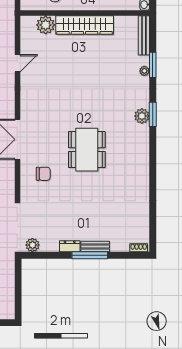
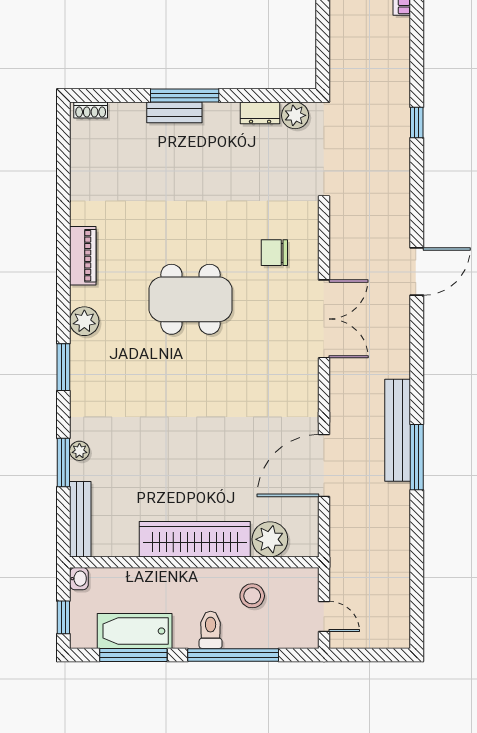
door: (17, 63) -> (324, 466), width x1.88
plant: (142, 116) -> (84, 321), moved
dining table: (87, 150) -> (190, 299), turned 90
piano: (143, 172) -> (83, 256), added
dresser: (70, 246) -> (260, 113), moved

